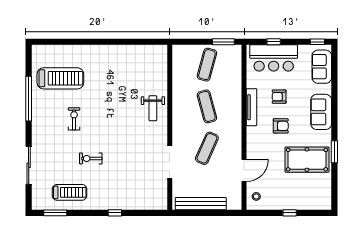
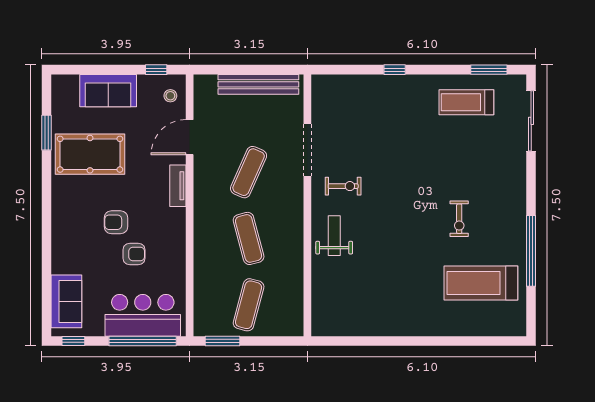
window: (274, 42) -> (143, 341), width x3.17
tv unit: (251, 107) -> (178, 186), moved, width x0.71
sofa: (321, 112) -> (108, 91), moved, turned 90
armchair: (281, 126) -> (116, 222), moved
window: (334, 152) -> (46, 133), moved
exercise bike: (91, 158) -> (343, 186), moved
sliding door: (29, 165) -> (531, 121), moved
window: (290, 213) -> (156, 70), moved

